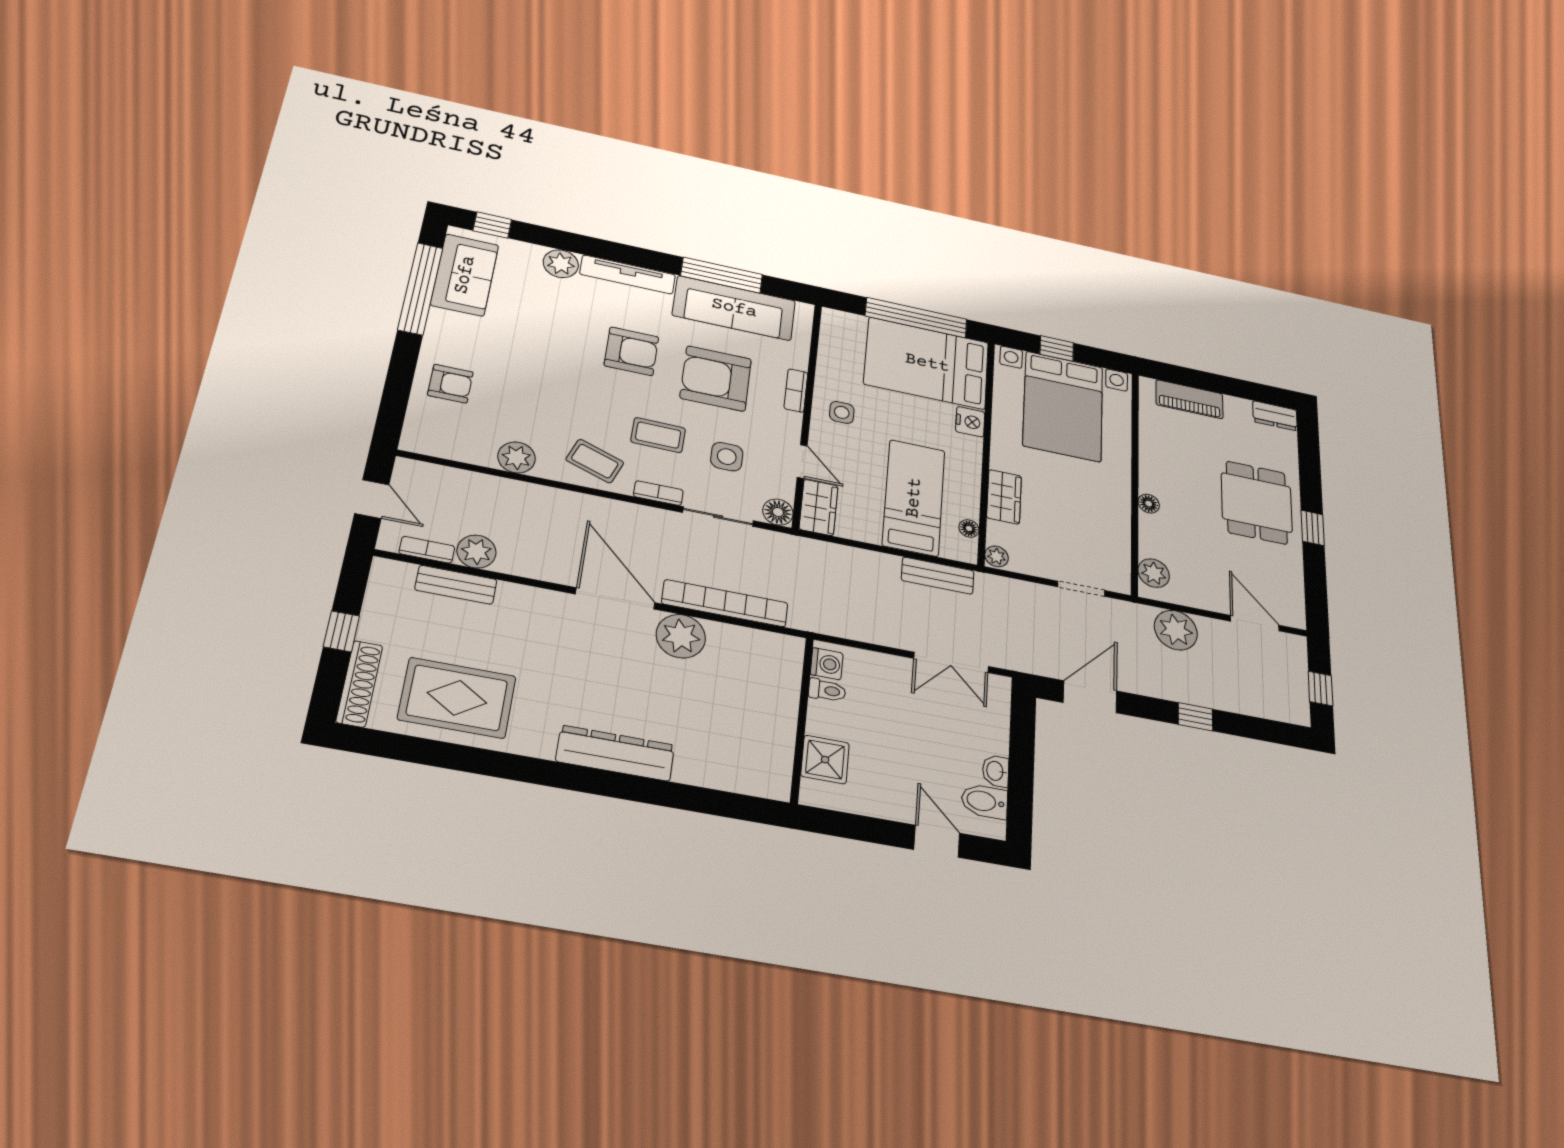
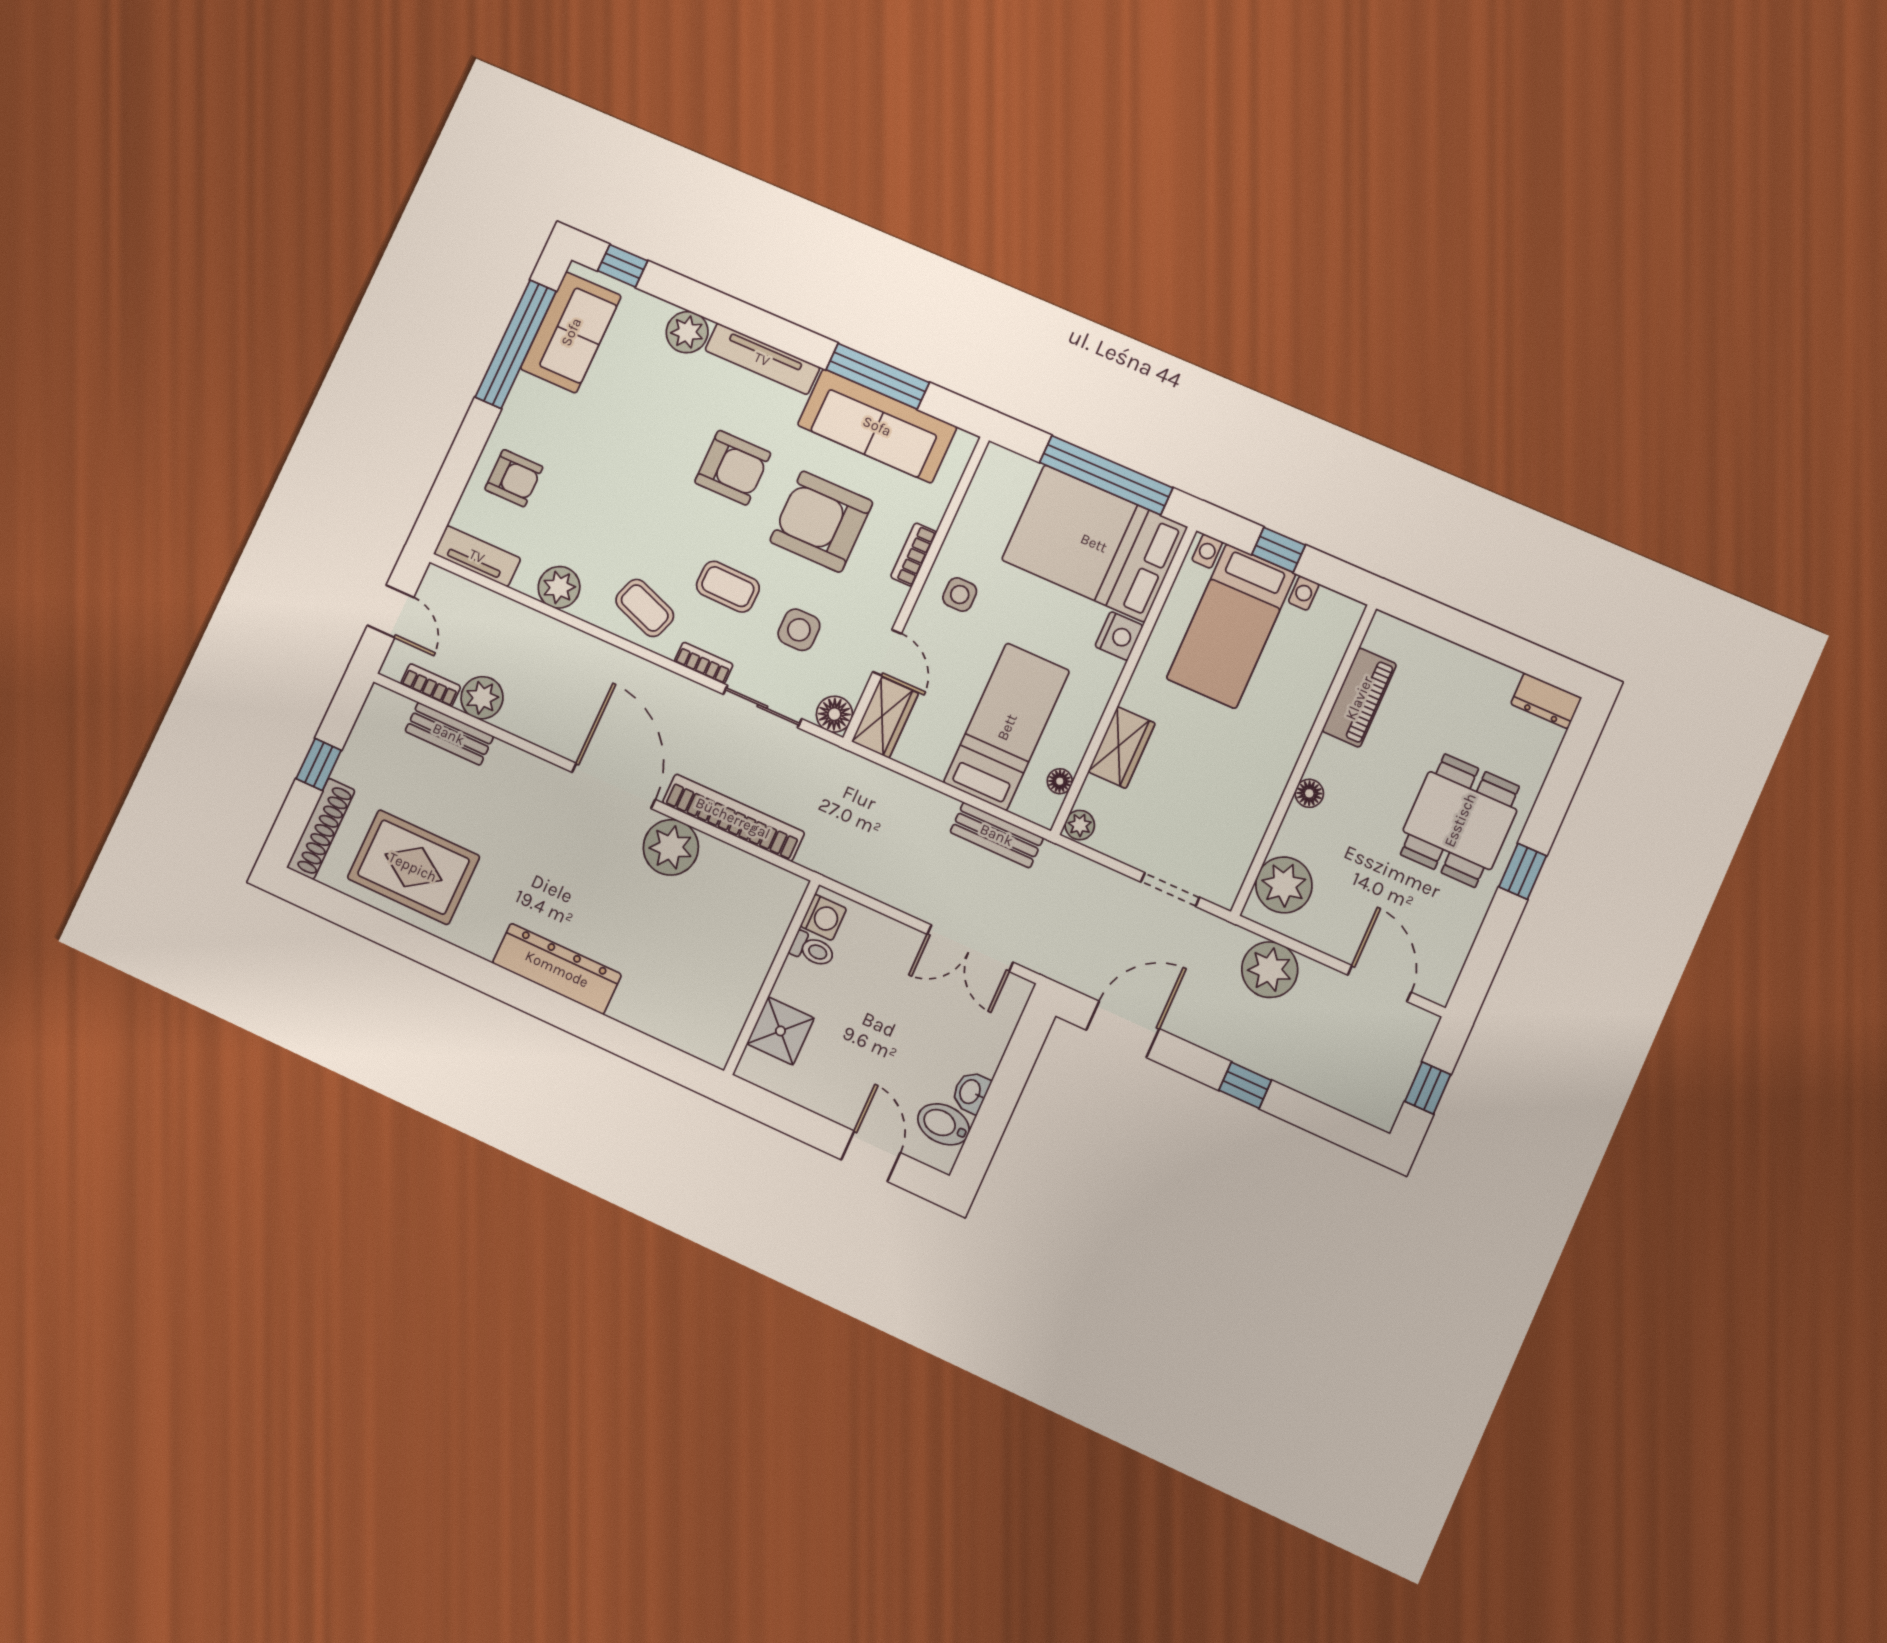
piano: (1190, 399) -> (1359, 698), moved, turned -90
bed with nightstands: (1063, 406) -> (1231, 626), width x0.73
tv unit: (437, 445) -> (477, 556), added
plant: (1154, 573) -> (1284, 885), width x1.36, depth x1.36

